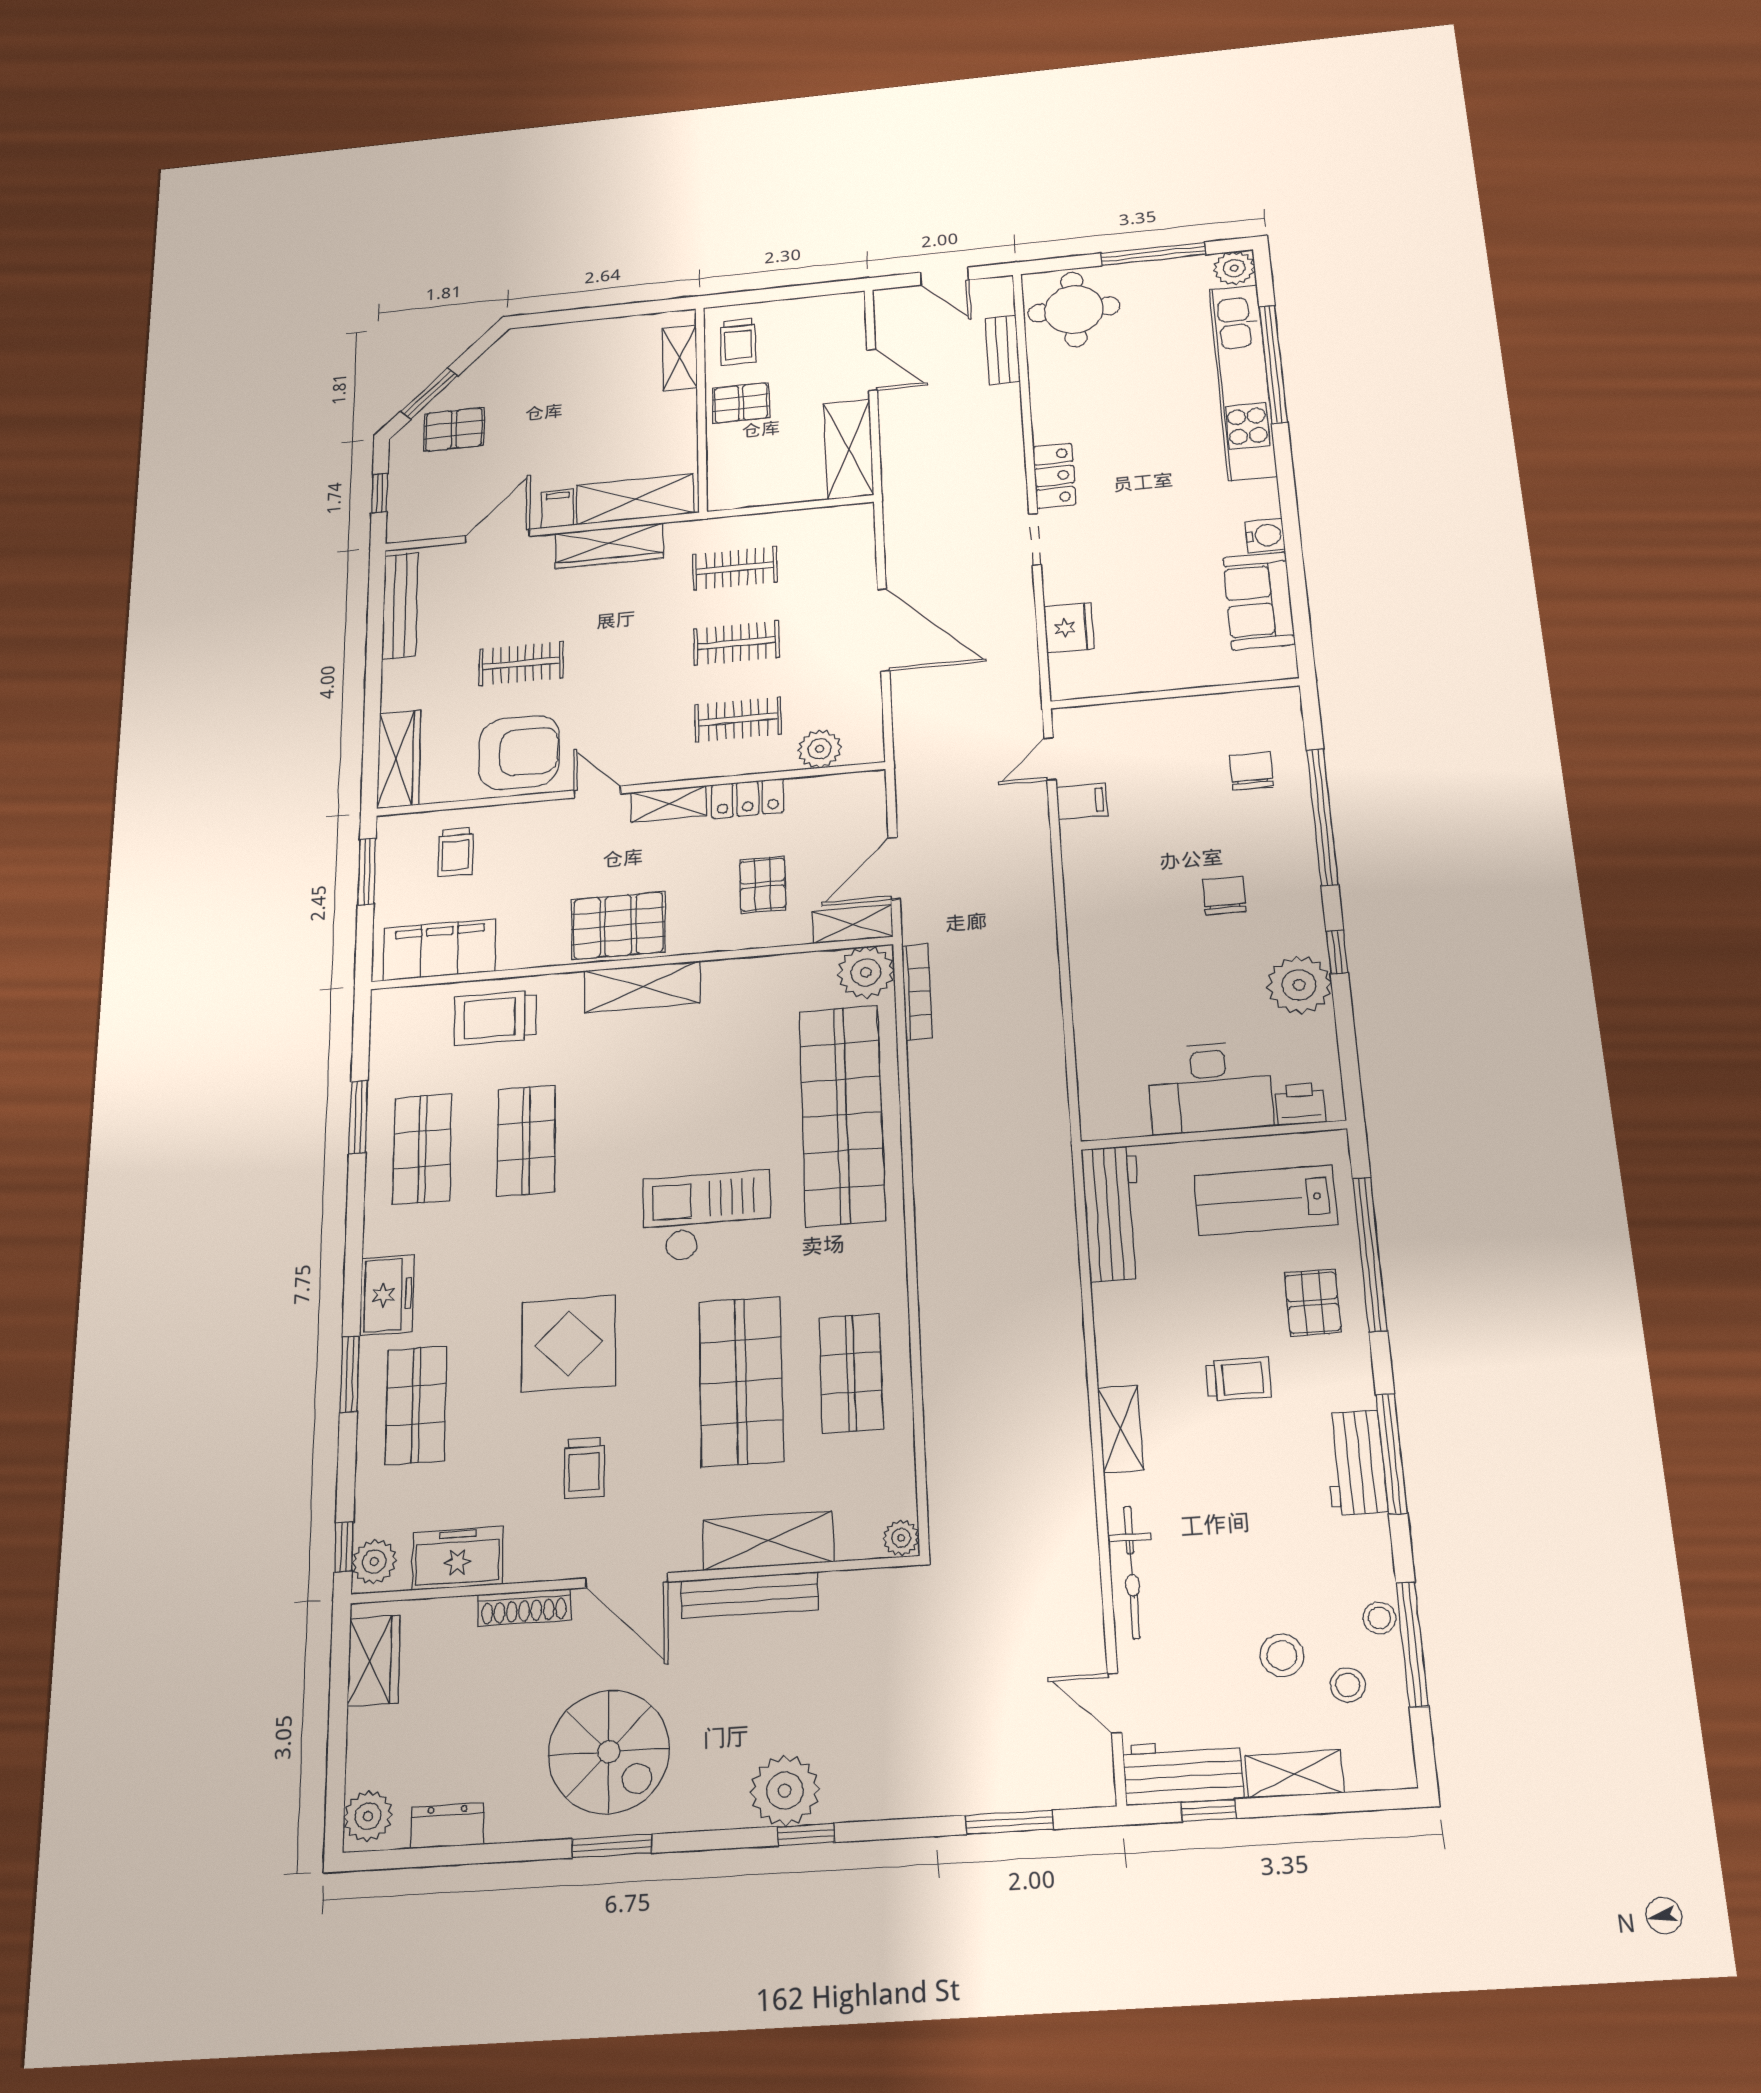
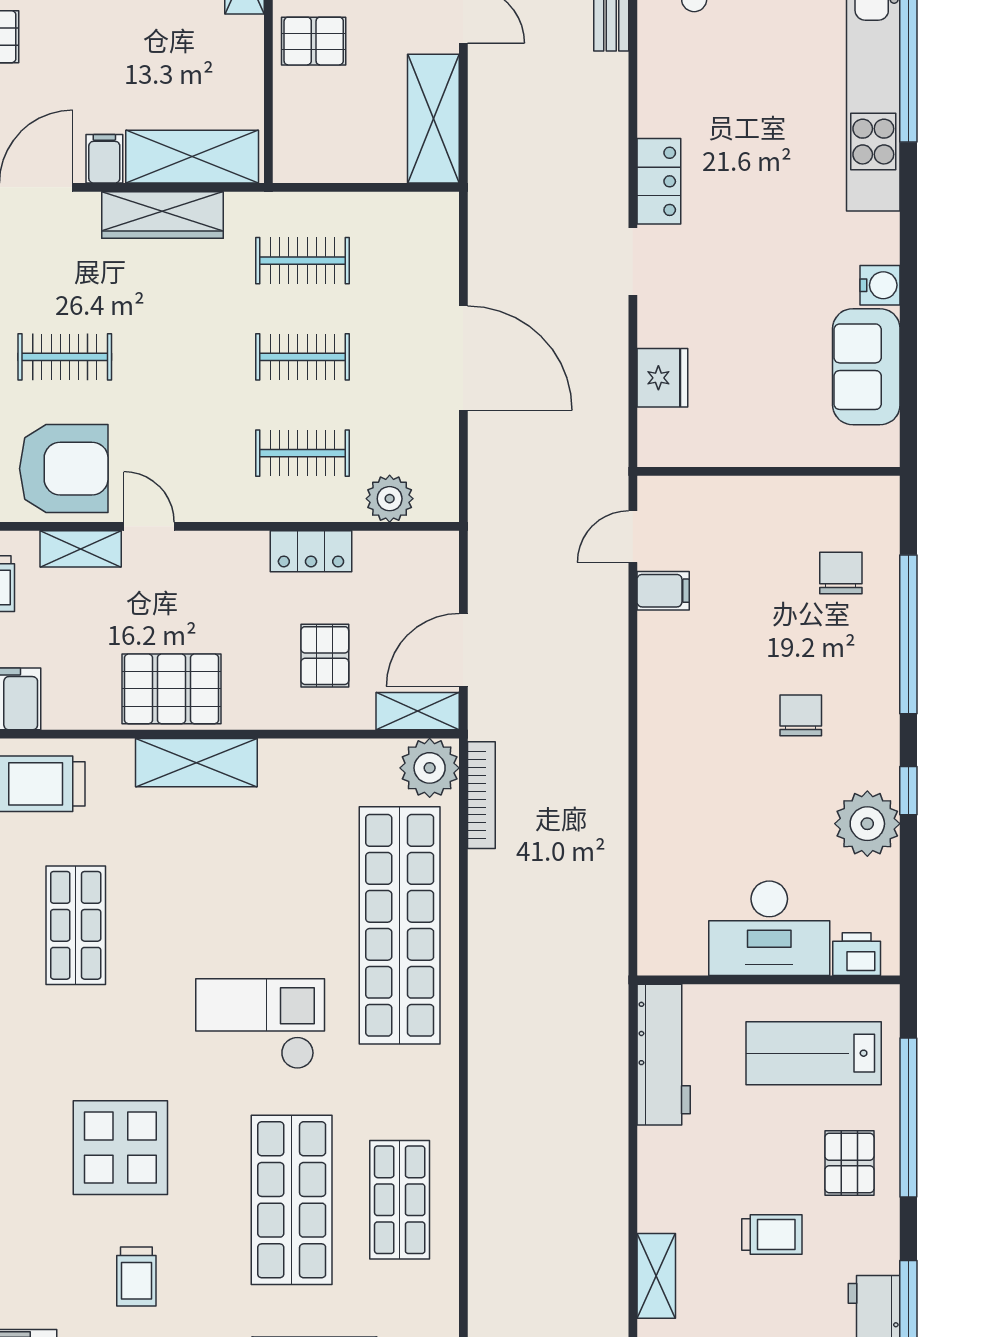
shelving: (669, 804) -> (81, 549), moved

